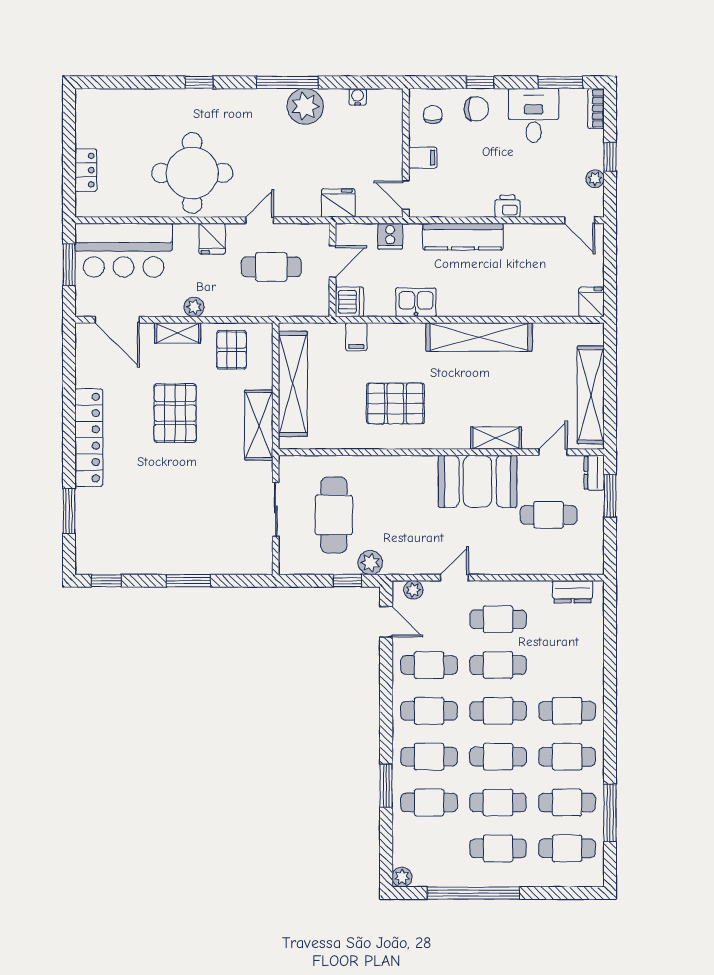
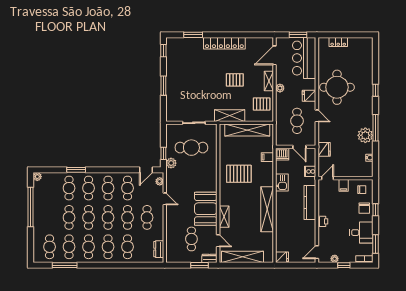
pallet: (395, 403) -> (239, 174), turned 90
pallet: (175, 413) -> (235, 80), width x0.67, depth x0.71
cafe table: (498, 848) -> (128, 247), moved

